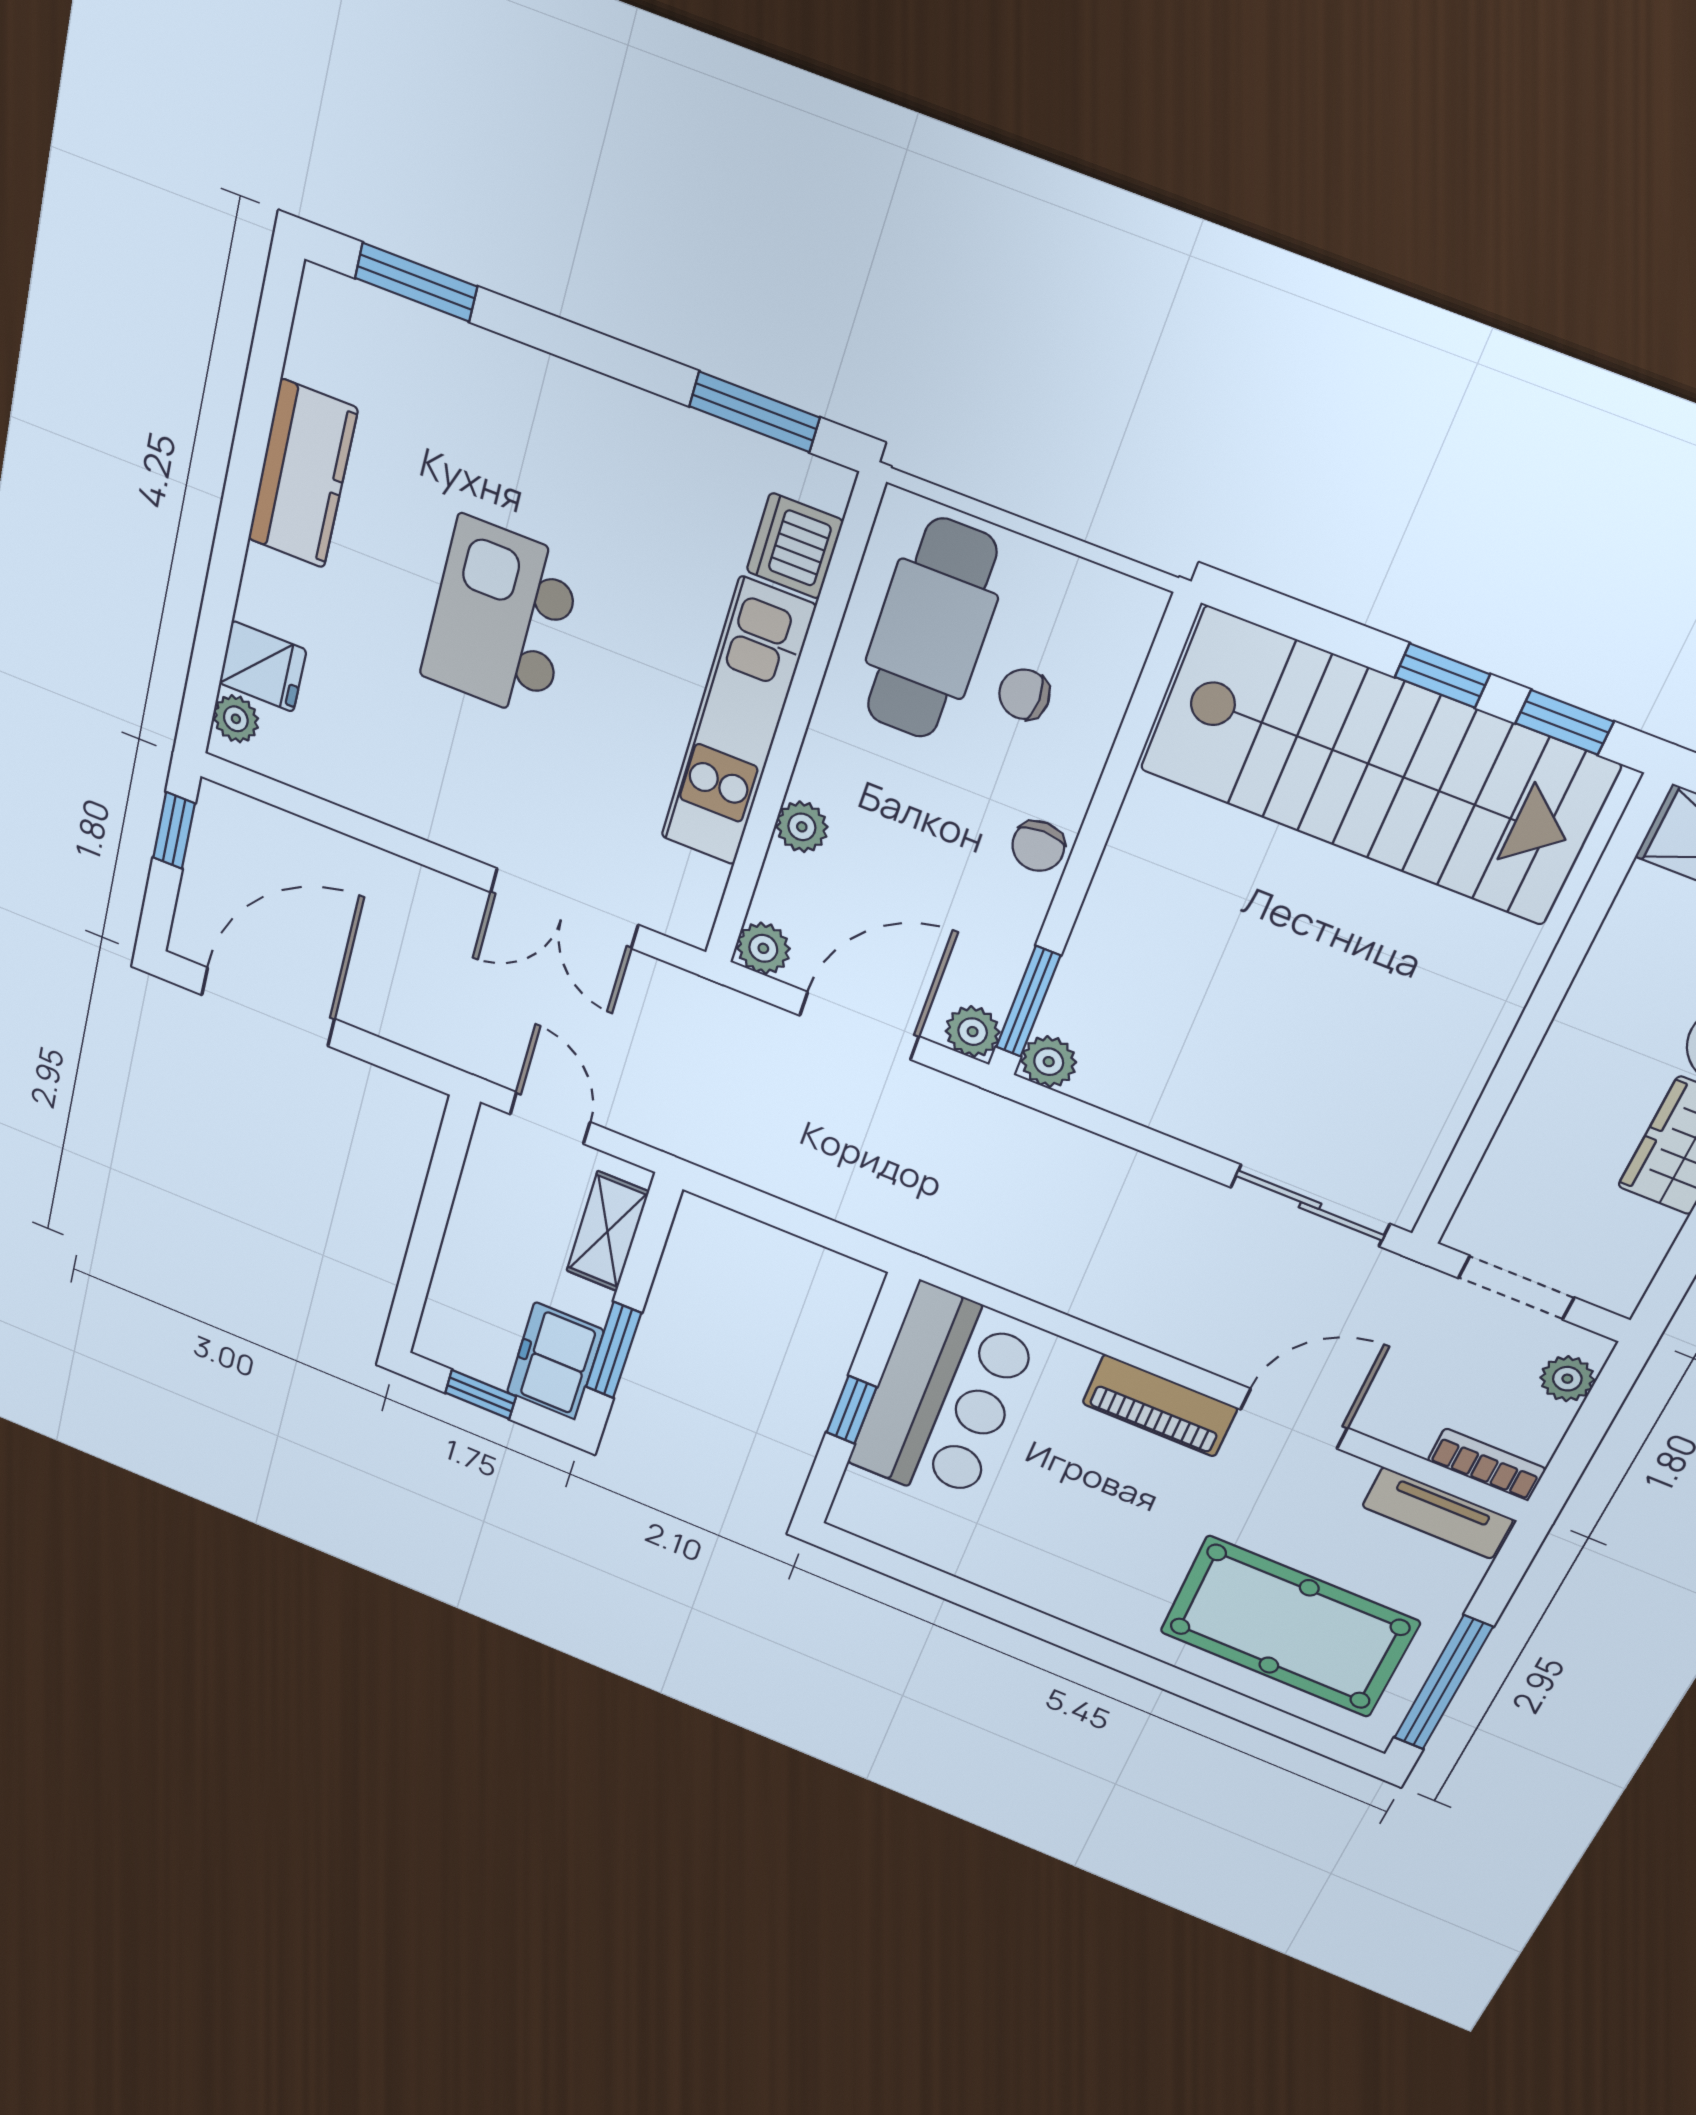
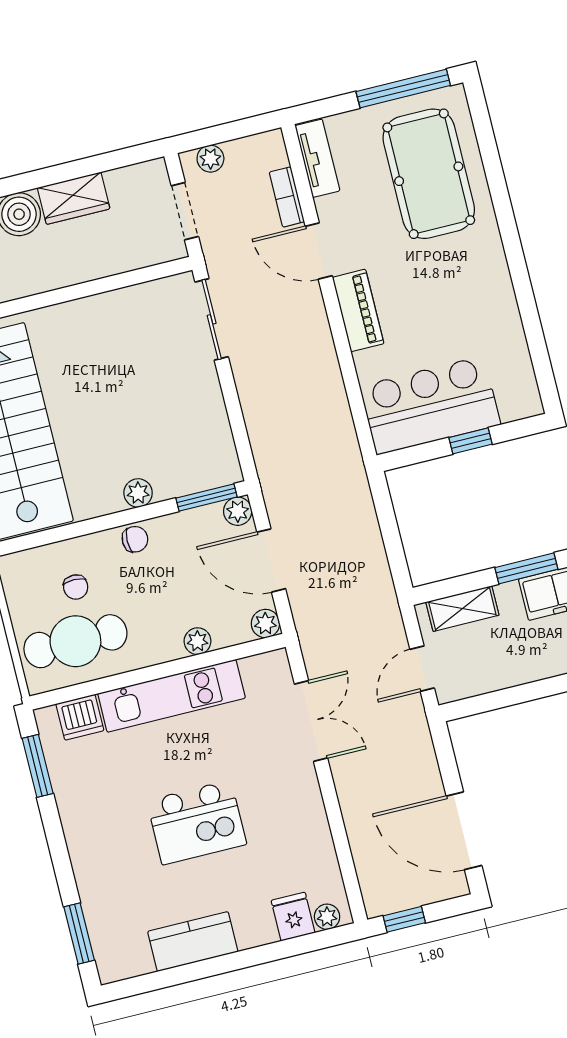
plant: (1049, 1062) -> (138, 493), moved
bookcase: (1487, 1465) -> (287, 197), moved

